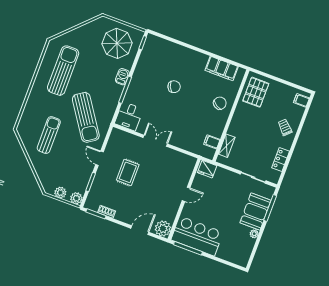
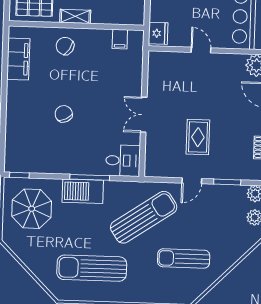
barbecue: (122, 77) -> (83, 191), width x1.88, depth x1.53
shelving: (227, 146) -> (75, 16), moved
rug: (128, 172) -> (198, 137), turned 90

